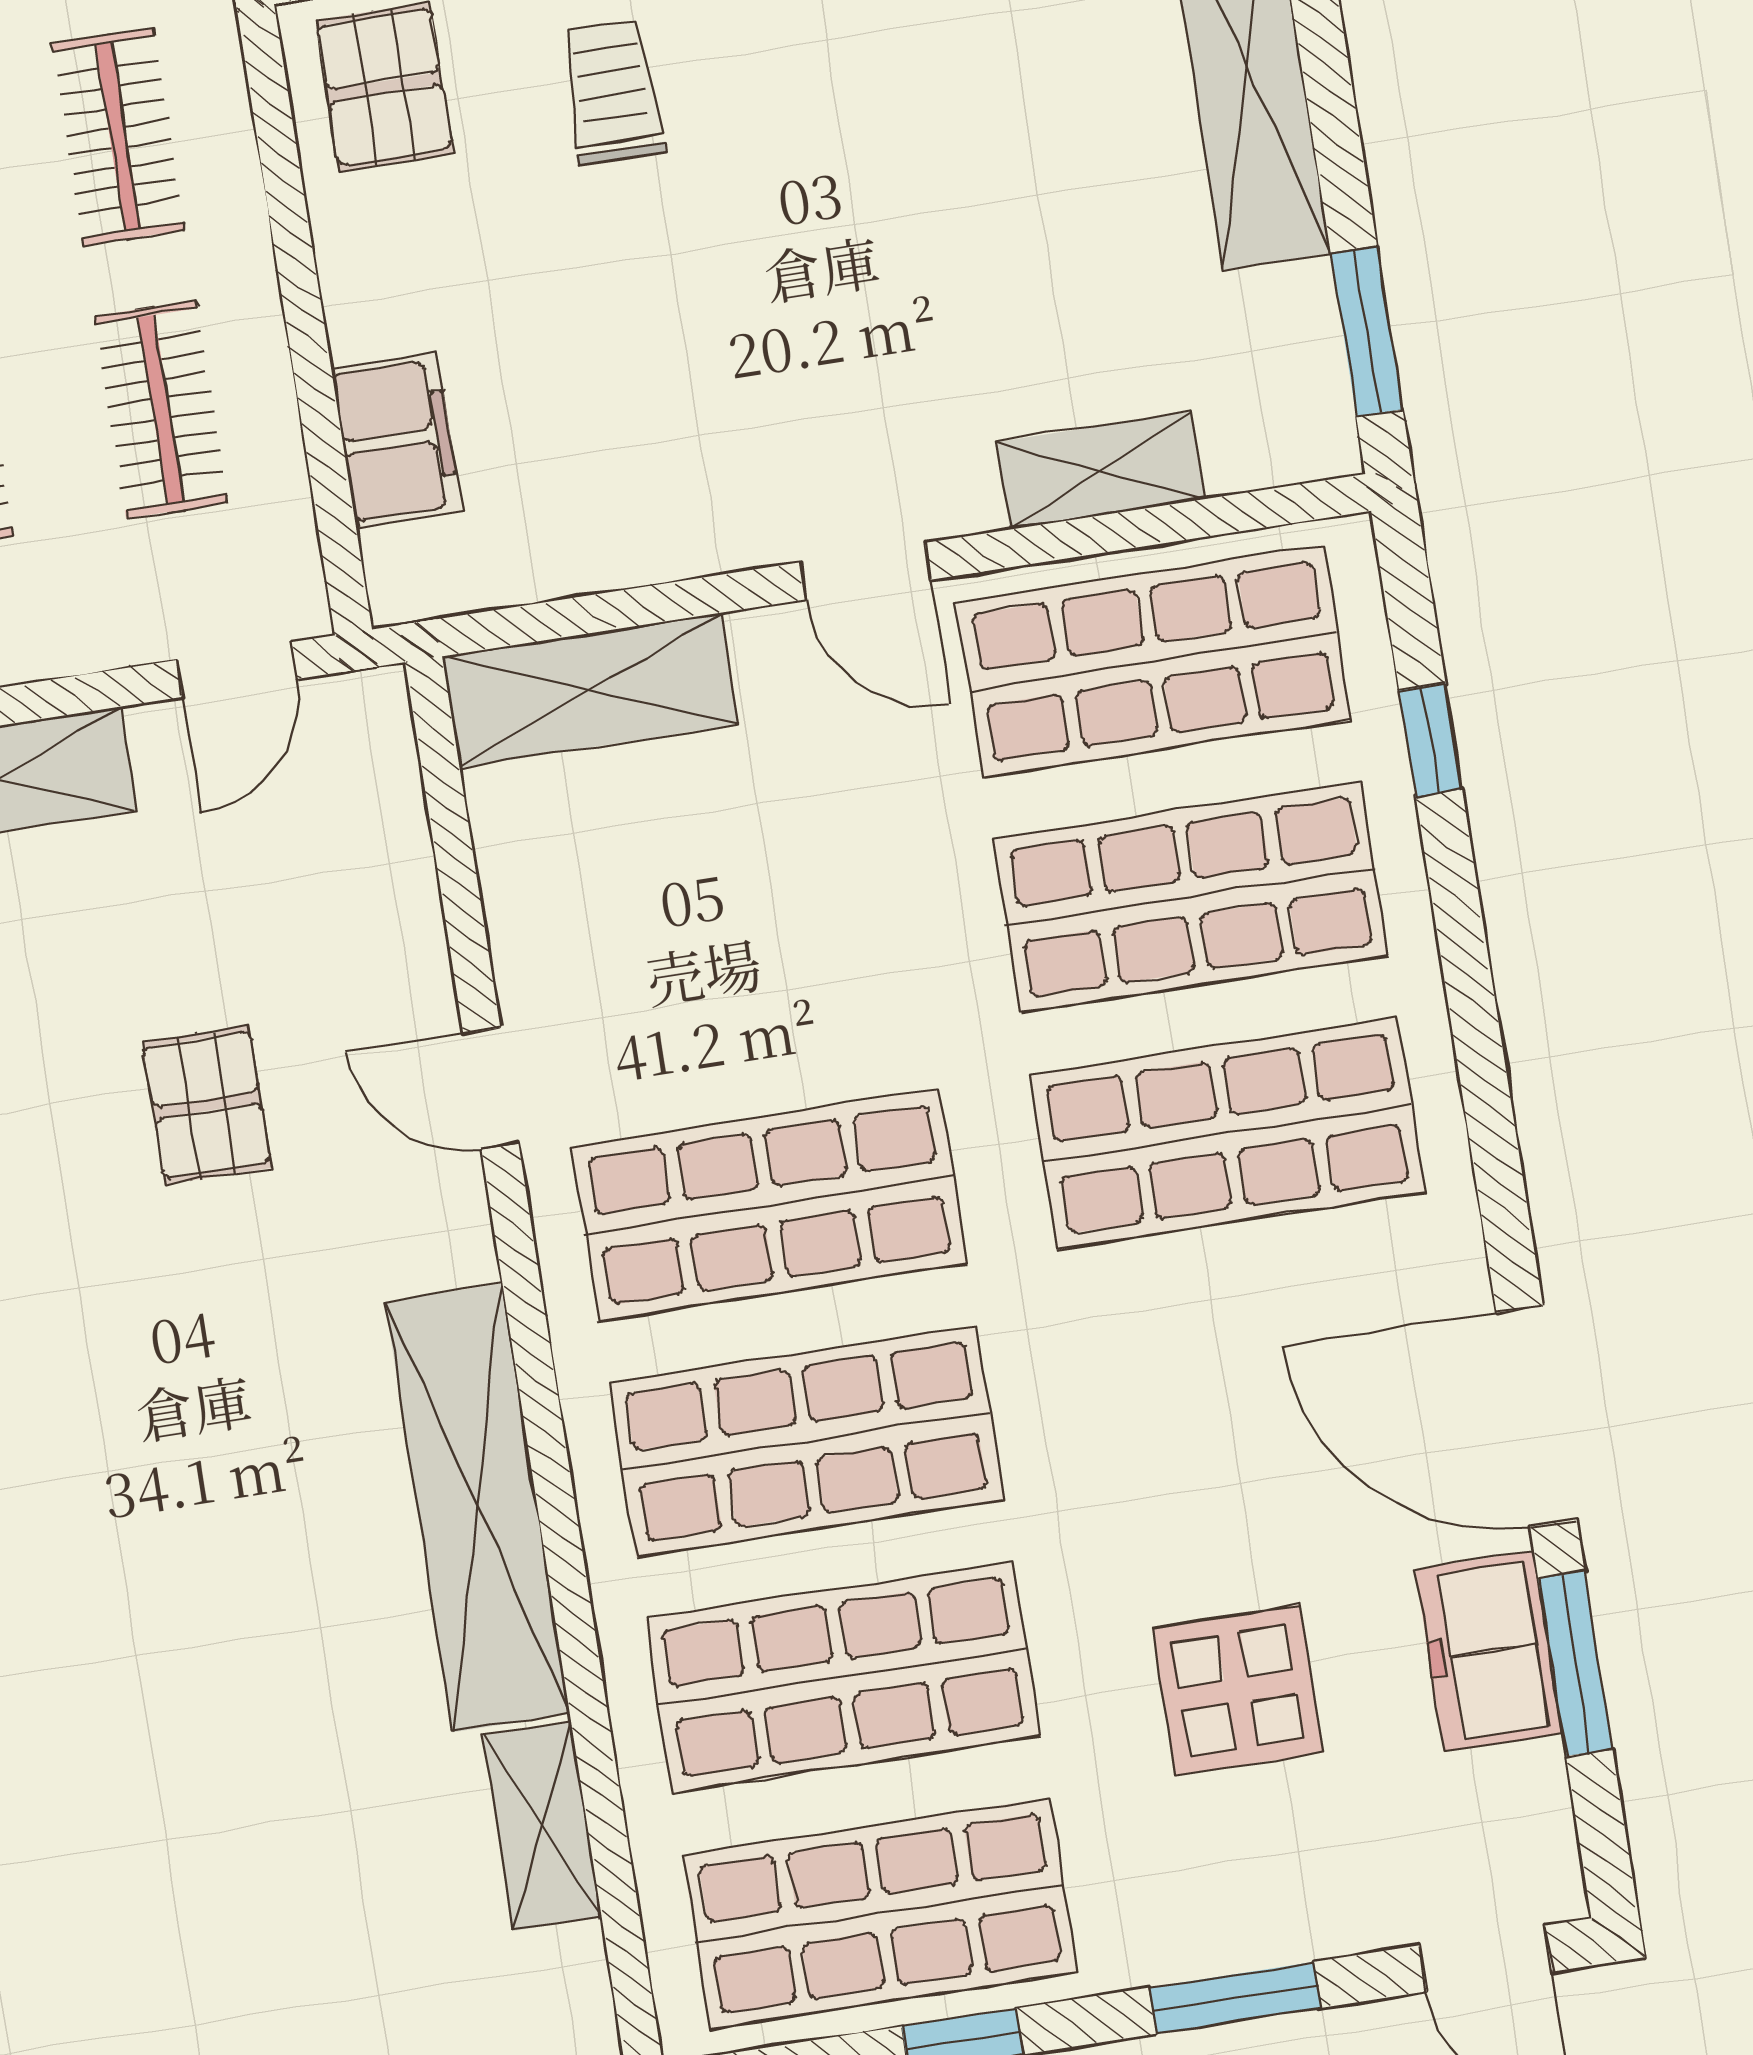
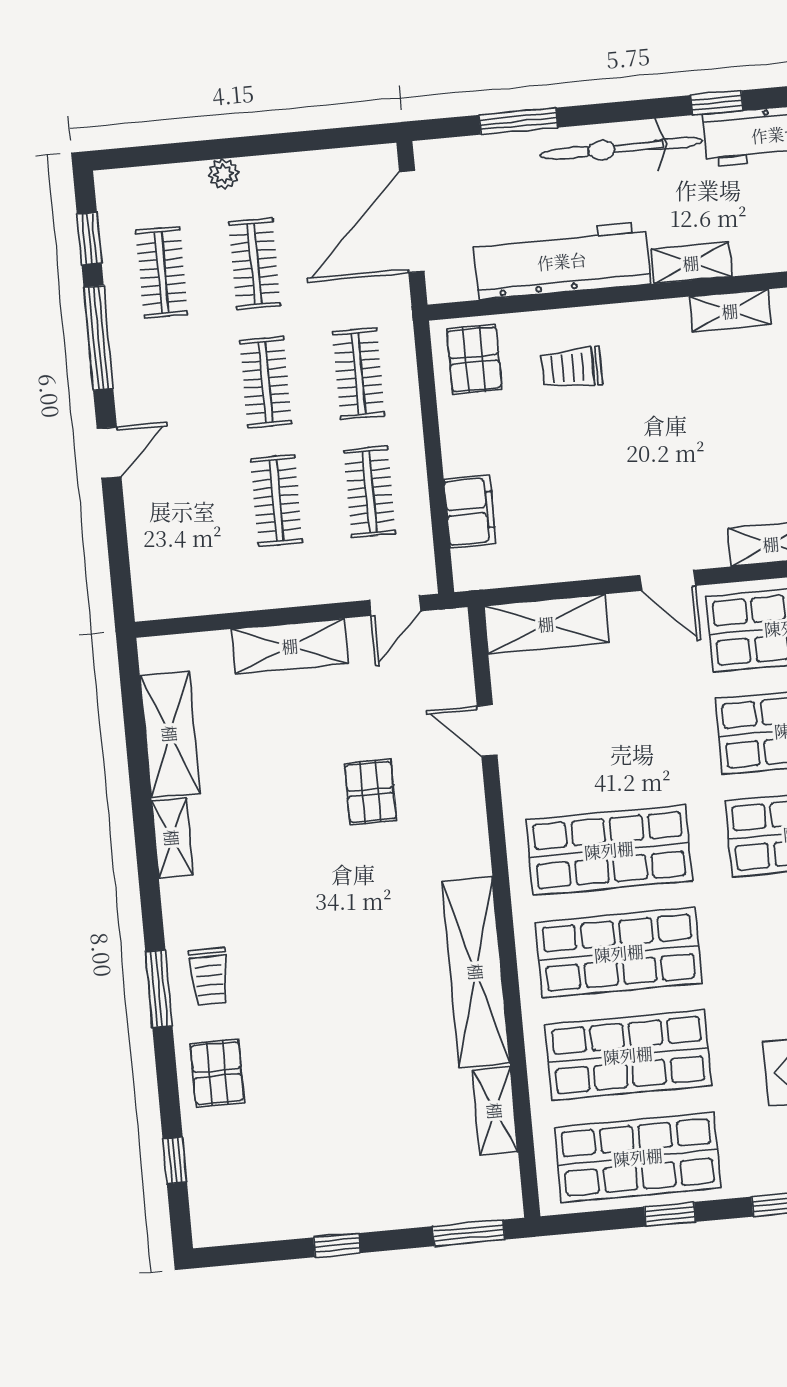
trolley: (612, 92) -> (572, 368), turned -90
door: (491, 1089) -> (487, 731), moved

